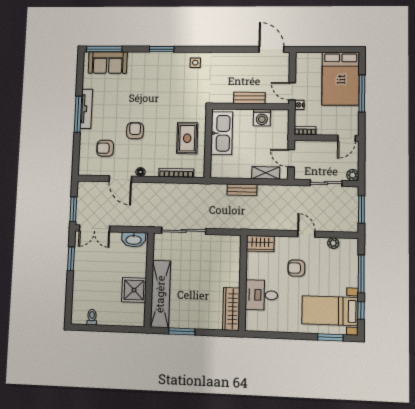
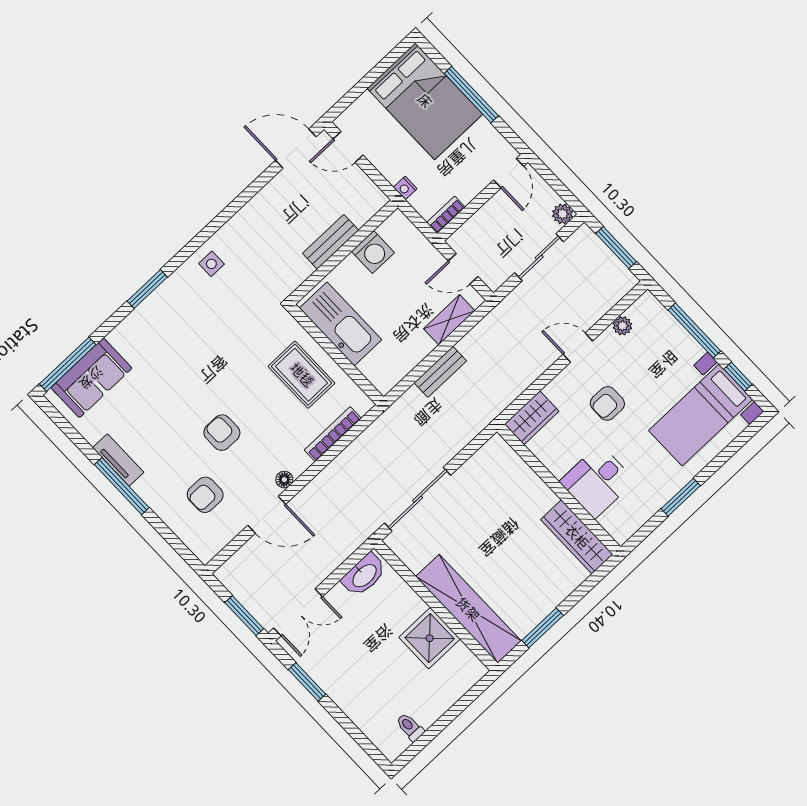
door: (292, 91) -> (348, 147), moved
tv unit: (86, 109) -> (118, 460), width x0.71
window: (330, 337) -> (681, 497), moved

